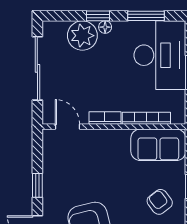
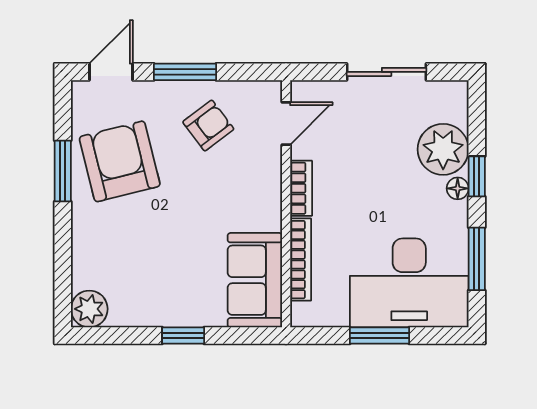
sliding door: (37, 68) -> (387, 72), width x0.73
window: (37, 185) -> (185, 72), width x1.50
armchair: (160, 202) -> (208, 126), moved

